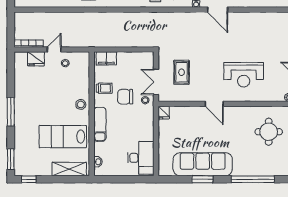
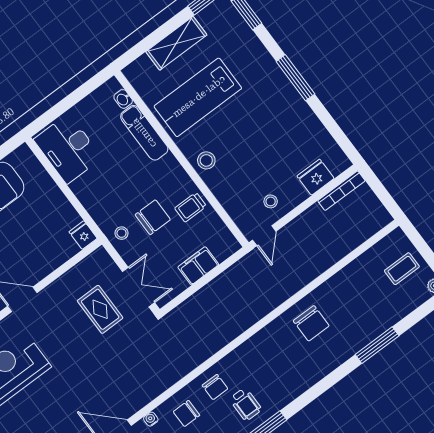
door: (54, 50) -> (264, 236), moved
filing cabinet: (106, 58) -> (198, 266), moved
double door: (156, 82) -> (139, 287), moved
exam couch: (100, 124) -> (144, 133), moved
lab bench: (63, 137) -> (198, 97), turned 180
shelving: (69, 169) -> (176, 43), moved

